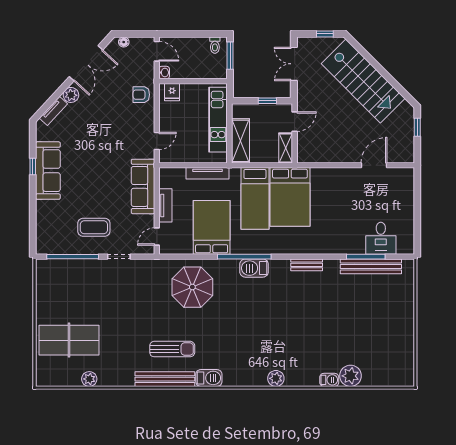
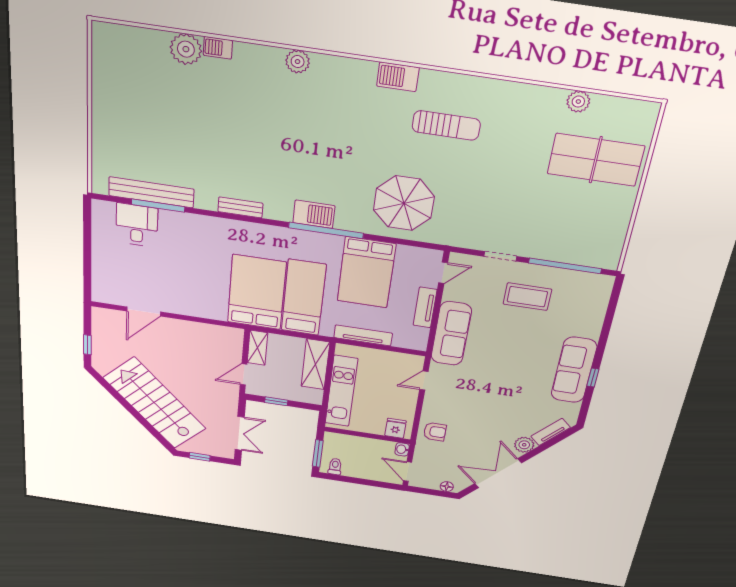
sun lounger: (172, 349) -> (446, 125), turned 180
bench: (165, 379) -> (464, 85), removed

